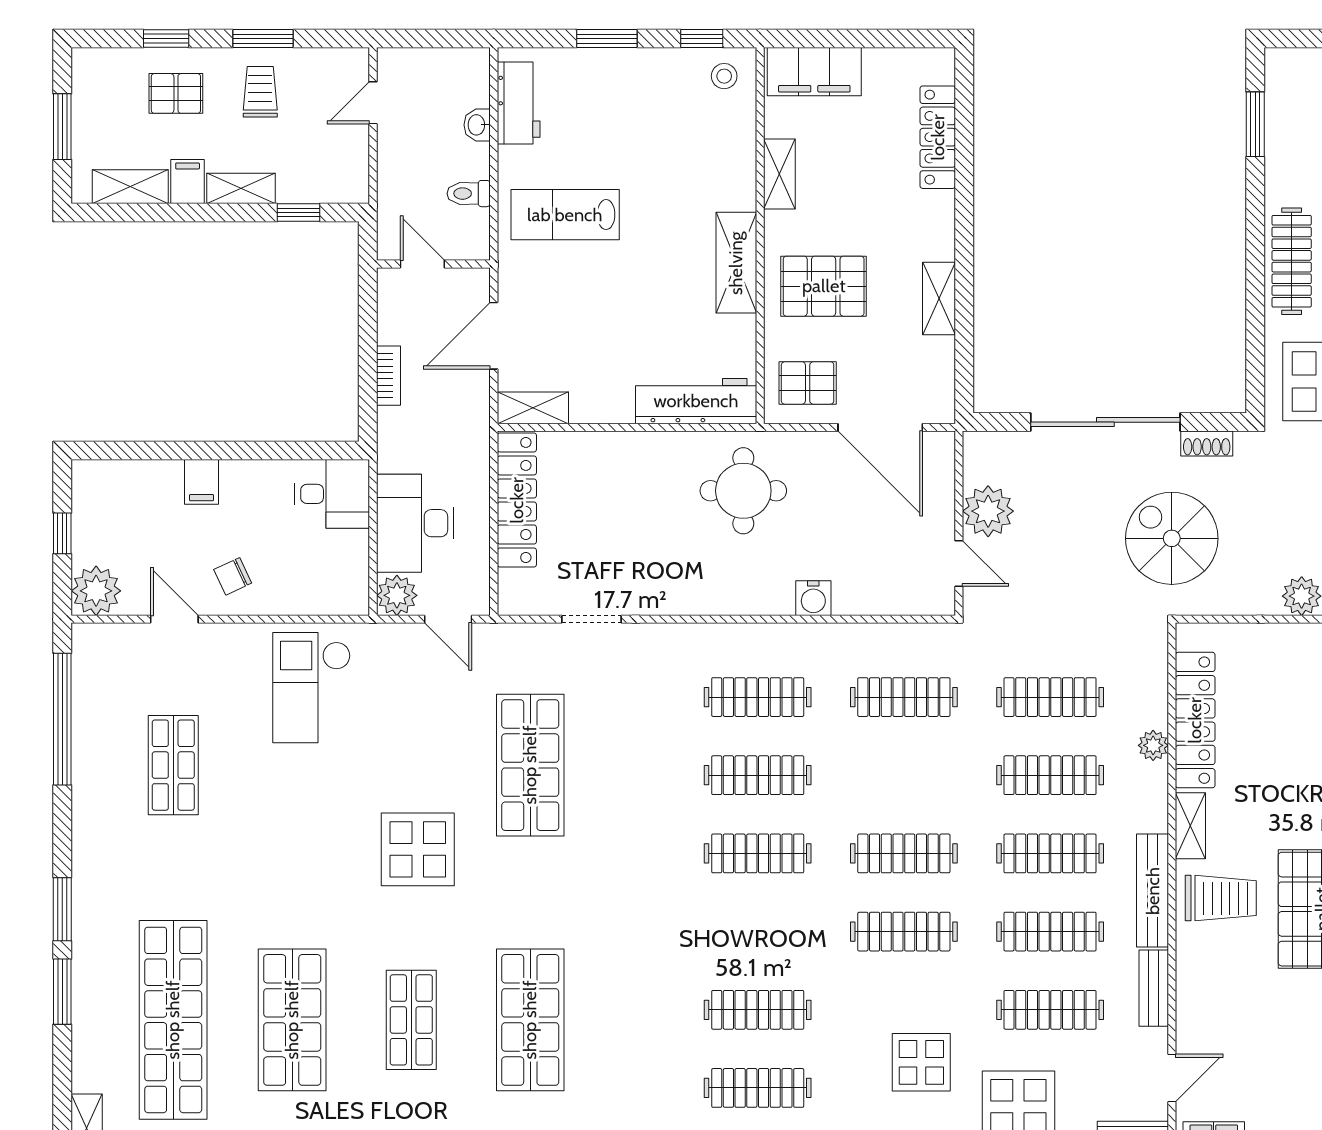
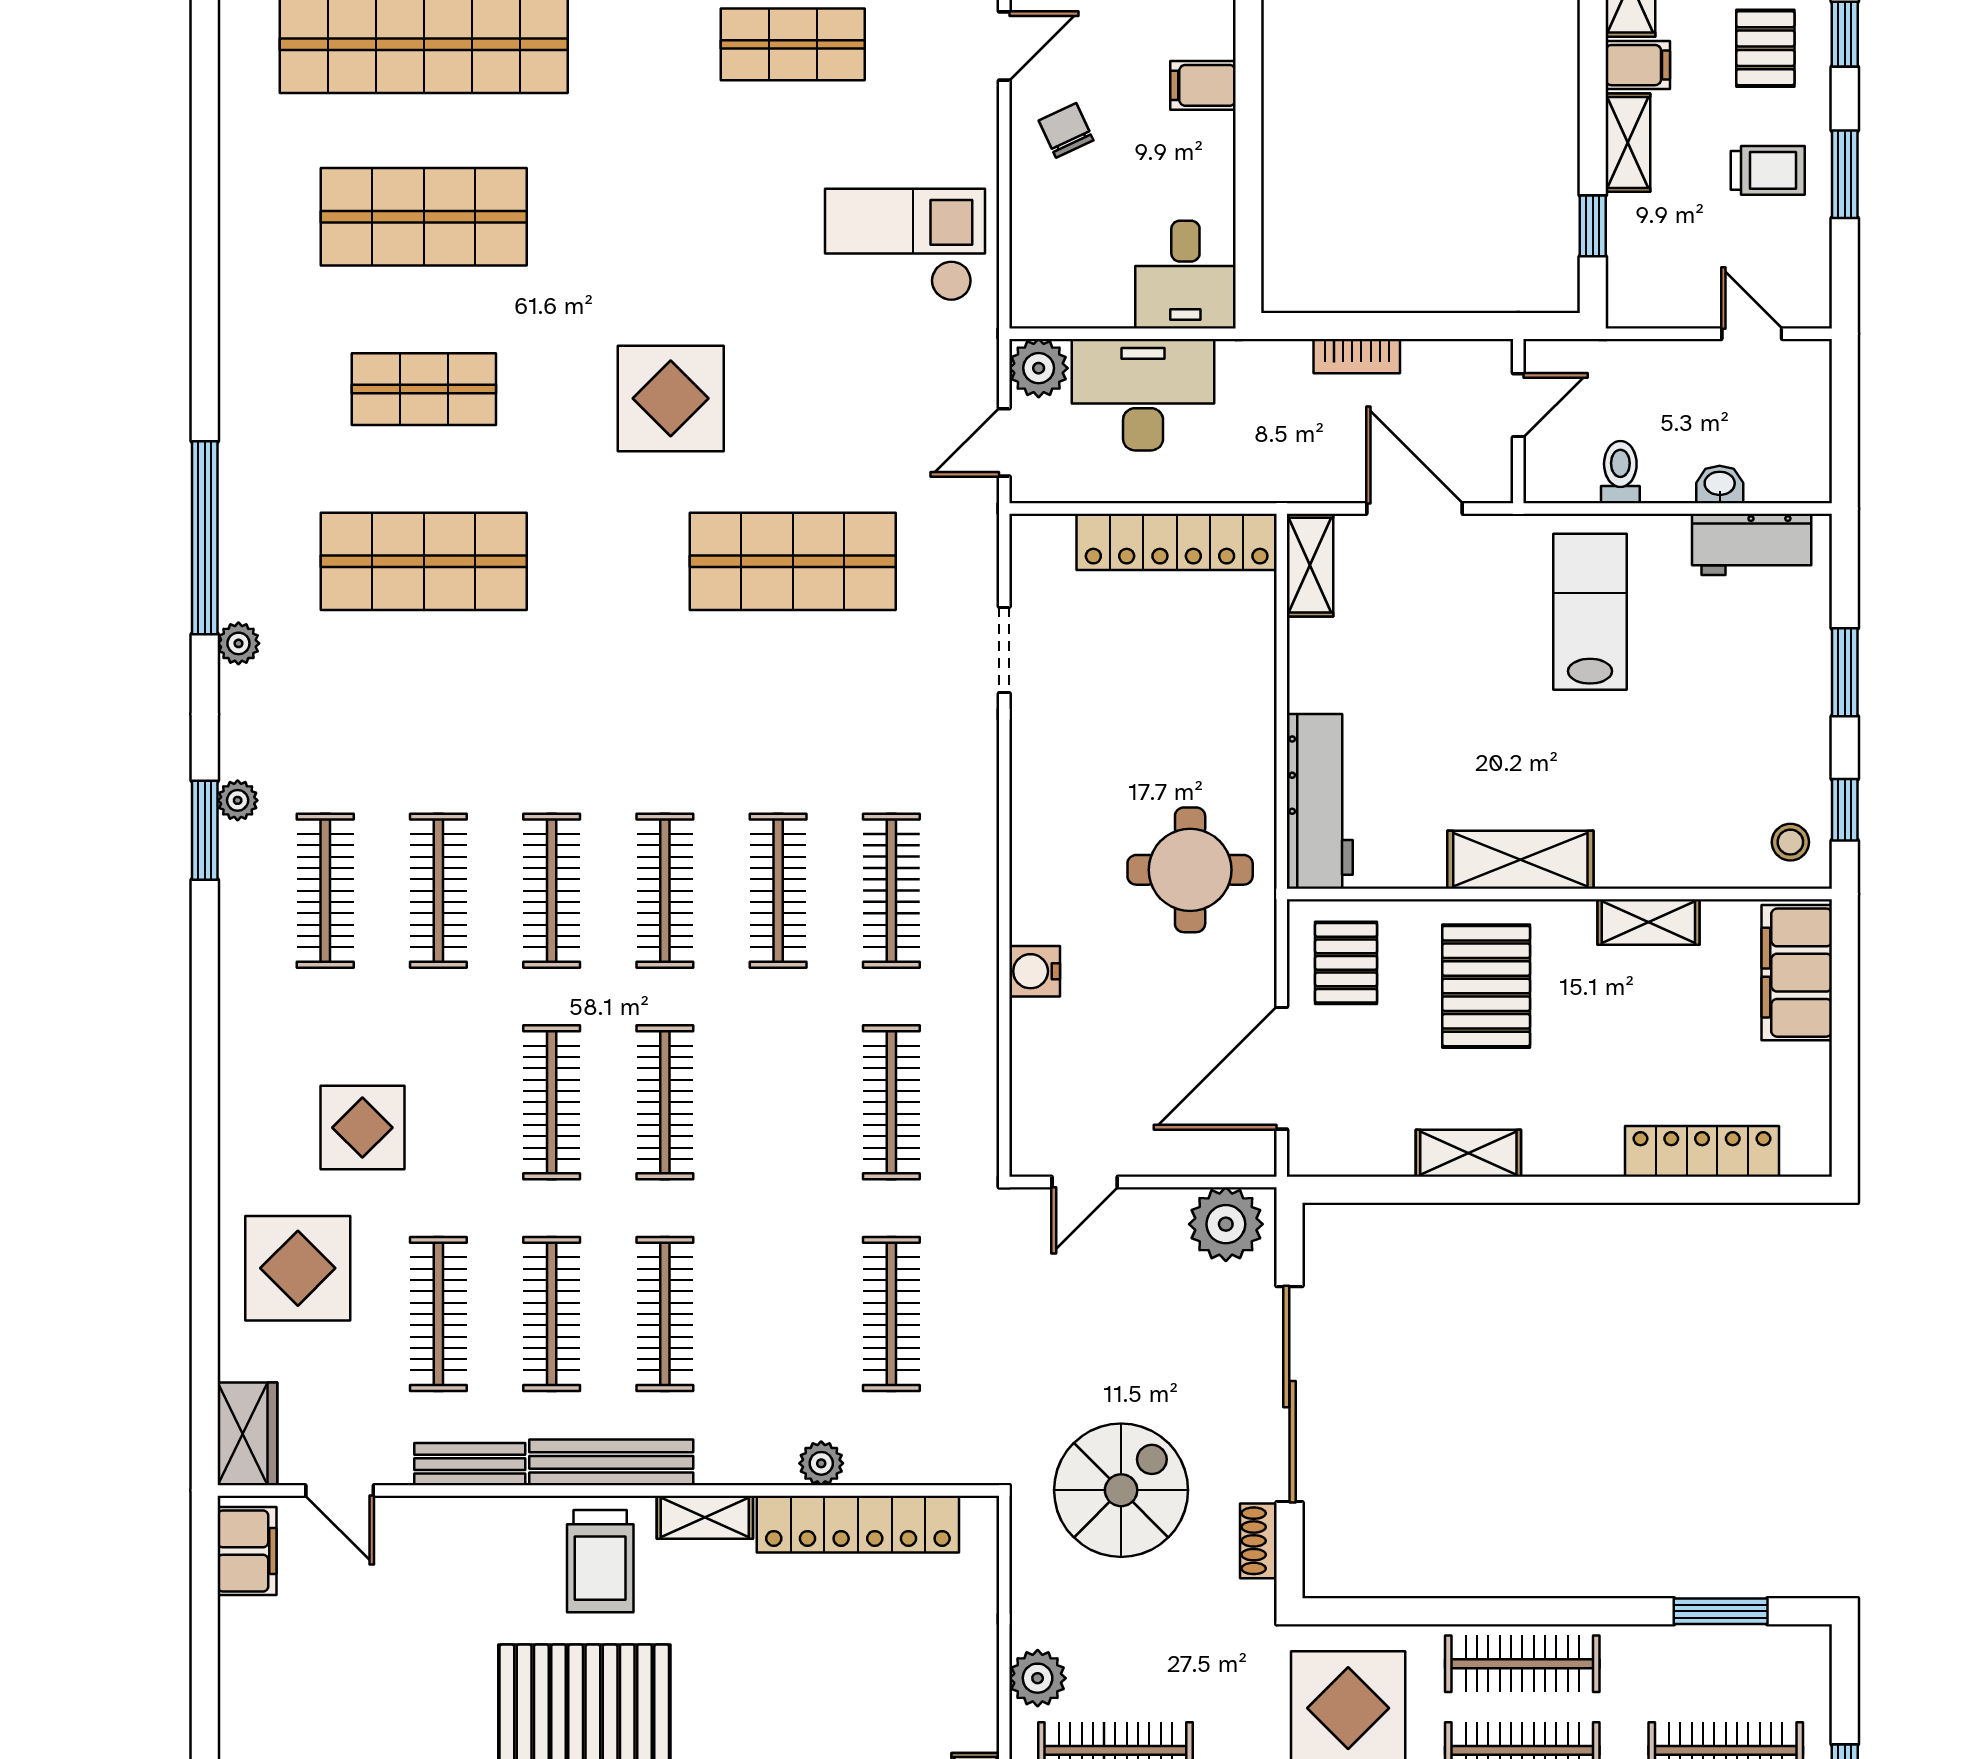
plant: (988, 511) -> (1226, 1224), moved
clothes rail: (1050, 775) -> (552, 891), moved

